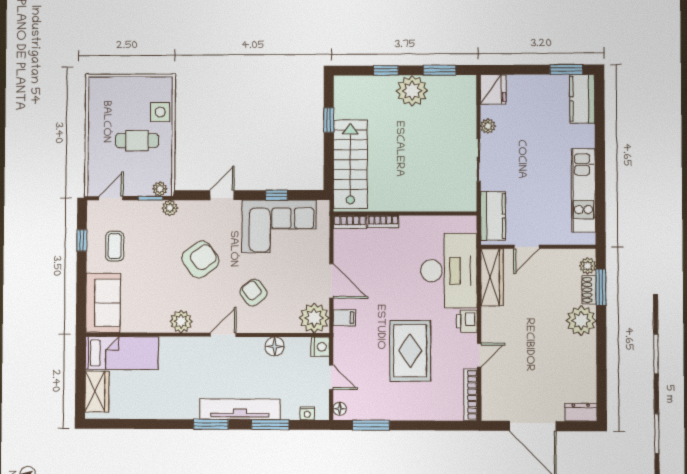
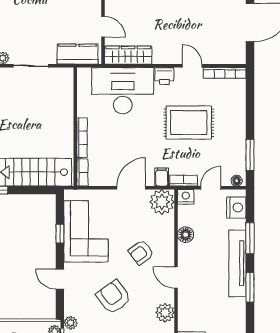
bookcase: (383, 222) -> (82, 138), width x1.56
bookcase: (340, 344) -> (184, 181), added
nightstand: (307, 413) -> (236, 207), width x1.89, depth x1.79

